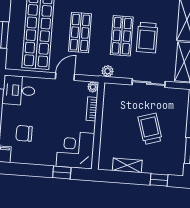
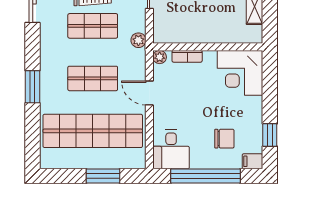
chair: (24, 133) -> (224, 139), turned -90
window: (62, 172) -> (270, 135), moved

